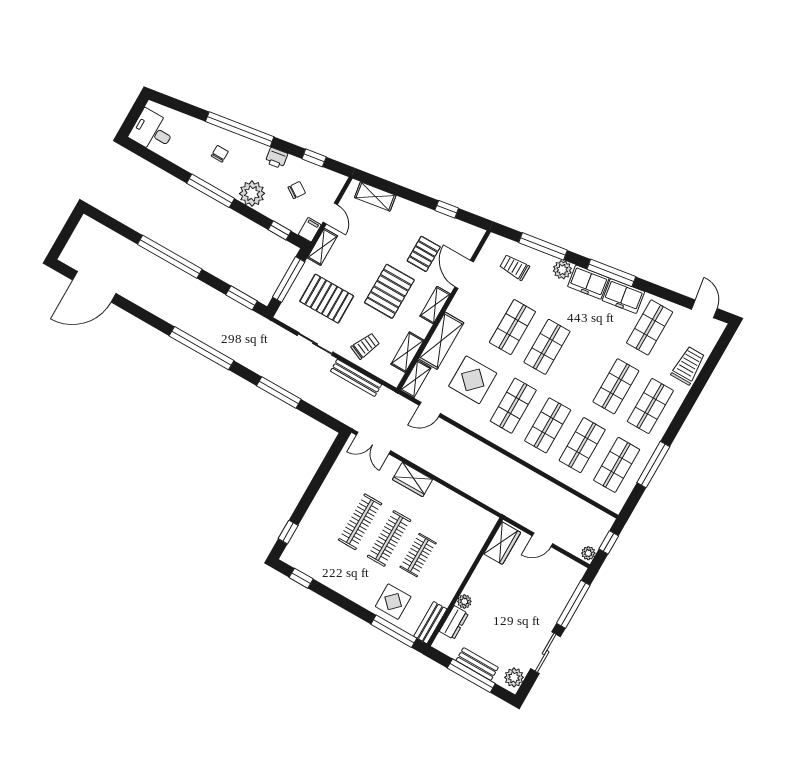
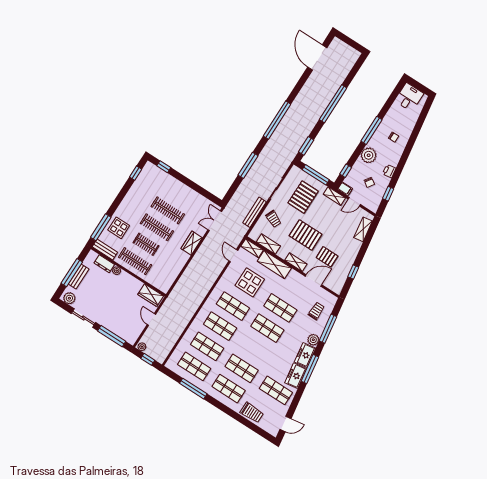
window: (240, 129) -> (408, 150), removed
clothes rail: (447, 572) -> (135, 261), added

